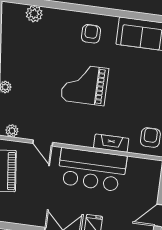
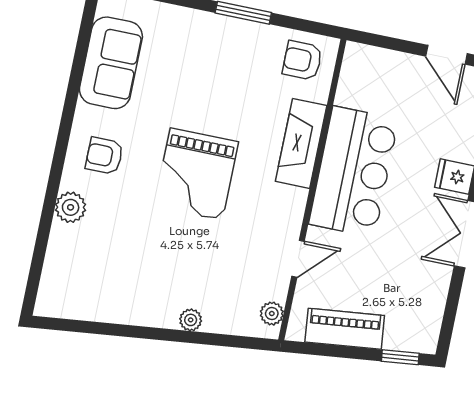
plant: (34, 14) -> (71, 207), moved
fireplace: (111, 143) -> (301, 143), width x1.37, depth x1.32

